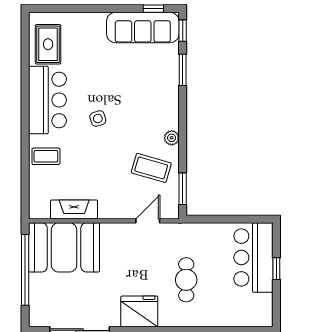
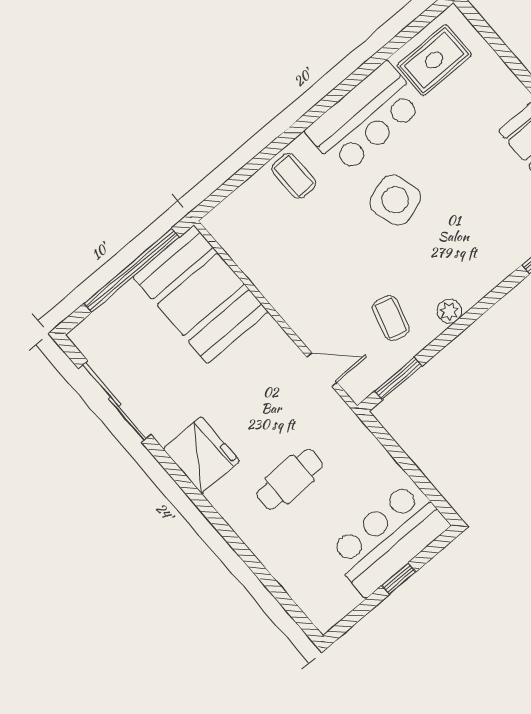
side table: (98, 119) -> (395, 200), width x1.87, depth x1.87
coffee table: (151, 168) -> (391, 318), width x0.73, depth x0.77
fireplace: (74, 209) -> (258, 267), removed

